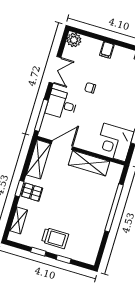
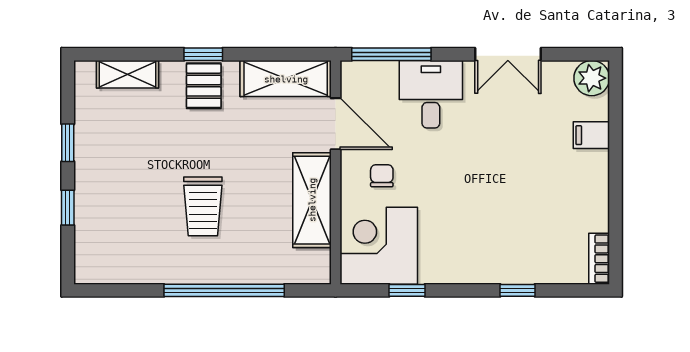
filing cabinet: (107, 50) -> (591, 135), moved
chair: (90, 88) -> (382, 176), moved
trolley: (55, 238) -> (203, 206), moved

